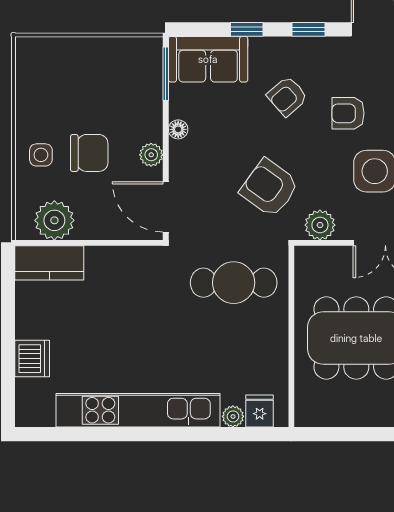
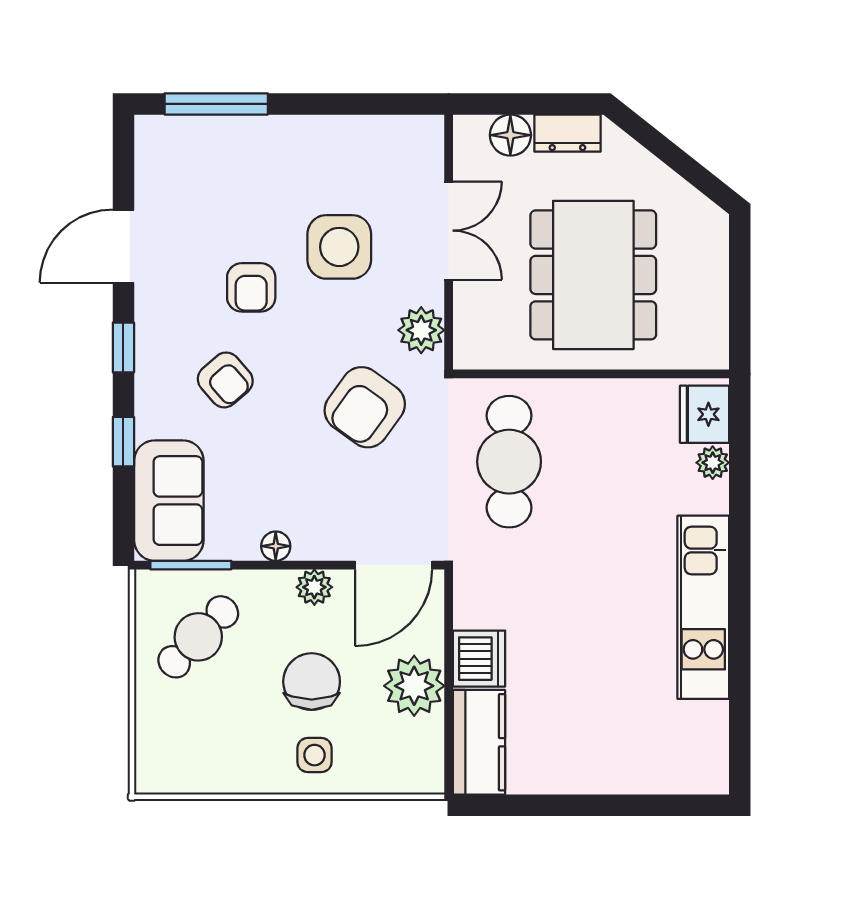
cafe table: (119, 79) -> (198, 637), added
plant: (54, 220) -> (414, 686), moved
dishwasher: (32, 359) -> (479, 659), moved, turned 90
kitchen unit: (138, 410) -> (703, 607), width x0.73
fridge: (260, 411) -> (704, 414), width x1.38

